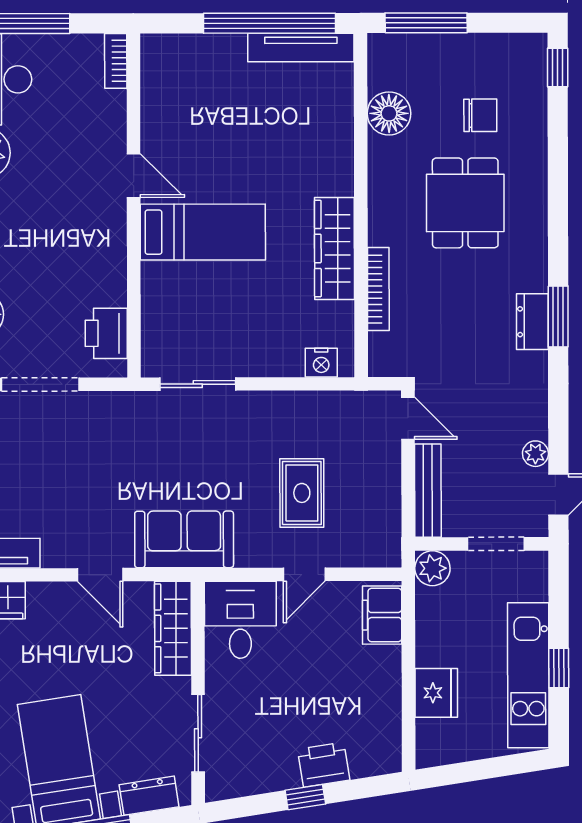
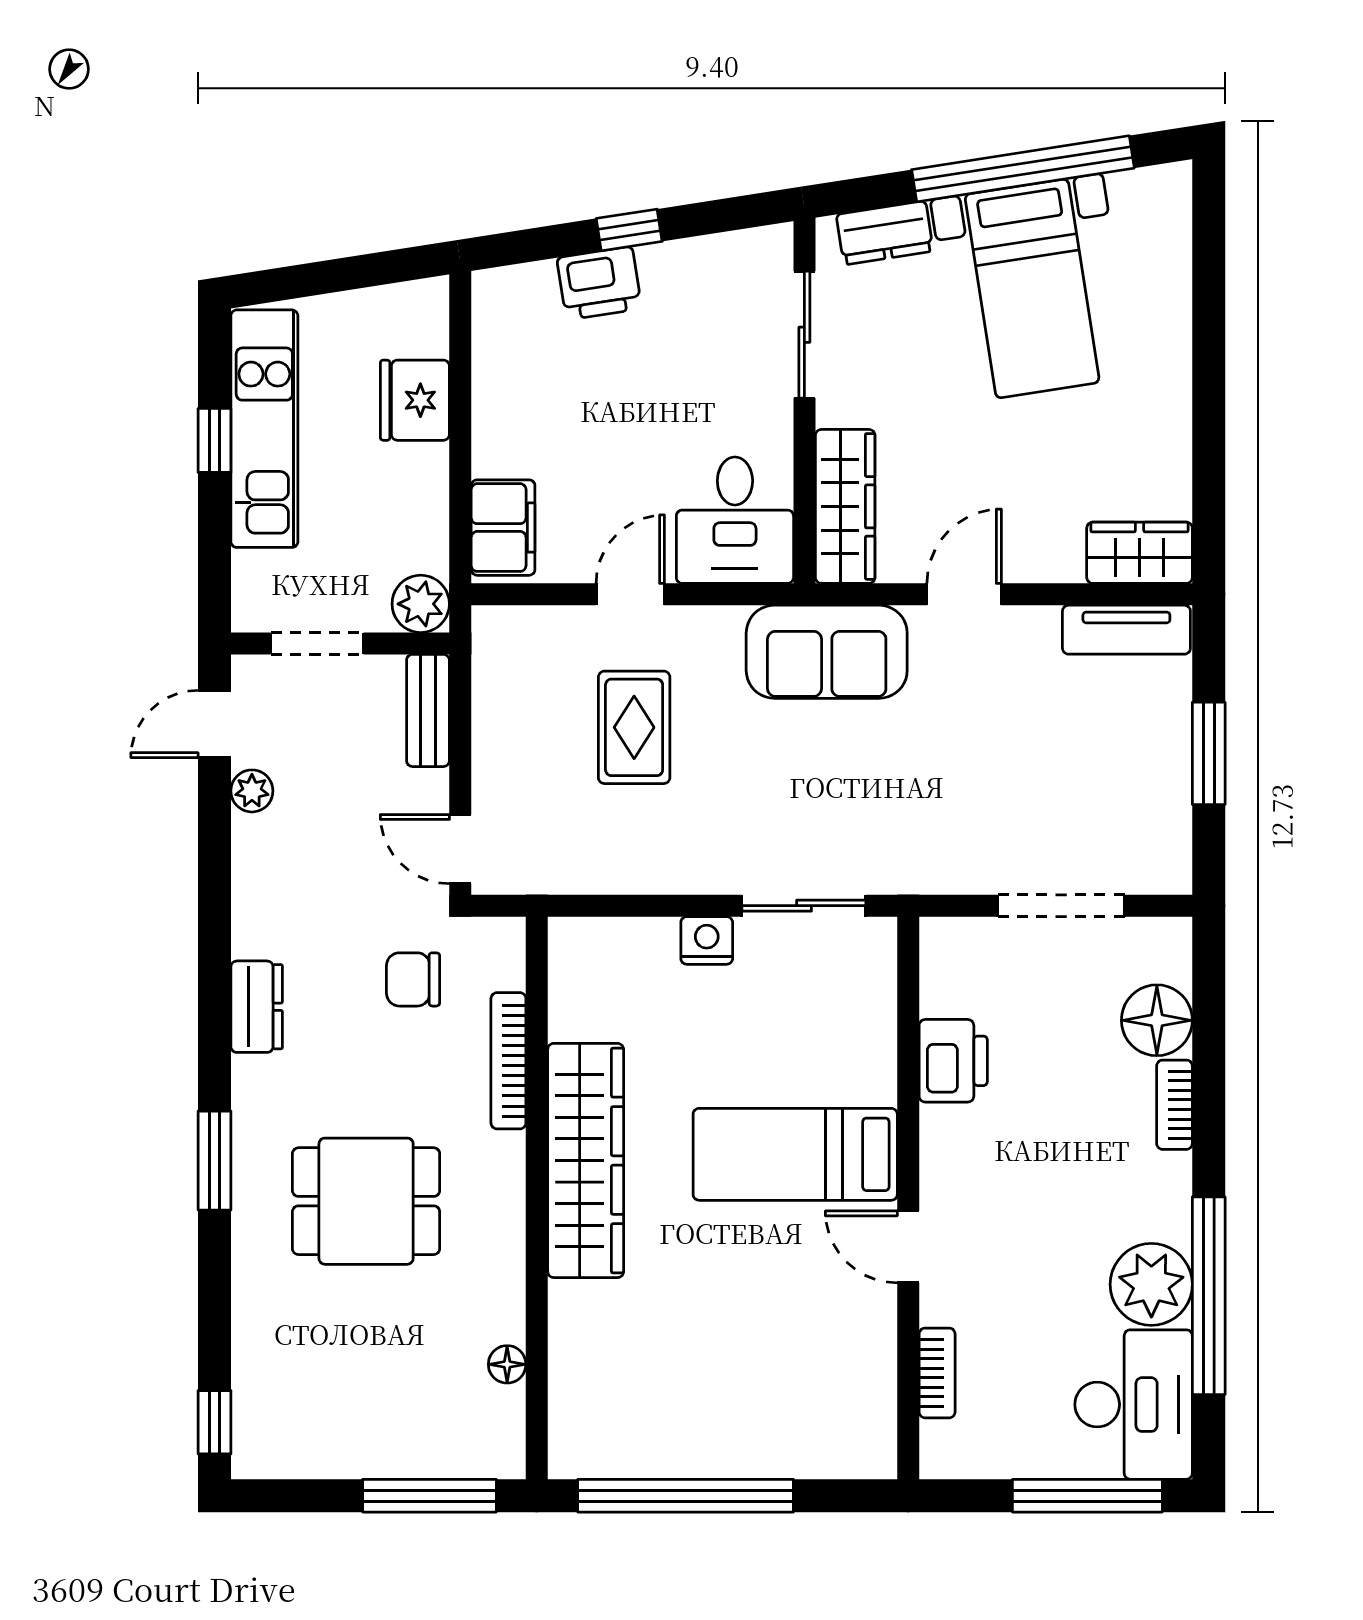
tv unit: (301, 47) -> (634, 1456), removed
bookcase: (116, 61) -> (937, 1373), moved
floor lamp: (389, 113) -> (507, 1364), width x0.53, depth x0.53
chair: (480, 115) -> (413, 979), moved
dining table: (465, 203) -> (366, 1201), turned 90
wardrobe: (334, 248) -> (586, 1160), width x1.40, depth x1.17
window: (558, 317) -> (214, 1161), moved
printer: (106, 333) -> (953, 1061), moved
nightstand: (321, 363) -> (707, 940), moved
bench: (428, 491) -> (428, 710), width x0.73
door: (100, 575) -> (964, 594), hinge flipped

